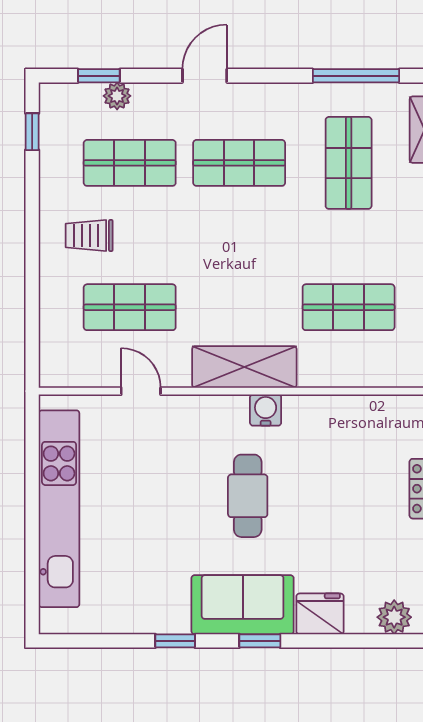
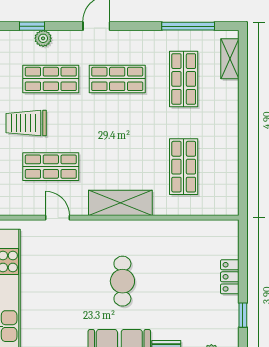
trolley: (89, 236) -> (26, 123), width x1.36, depth x1.39
shop shelf: (349, 307) -> (184, 167), turned 90
water cooler: (266, 410) -> (133, 229), removed

